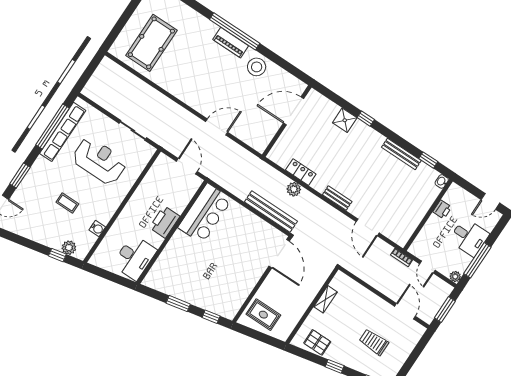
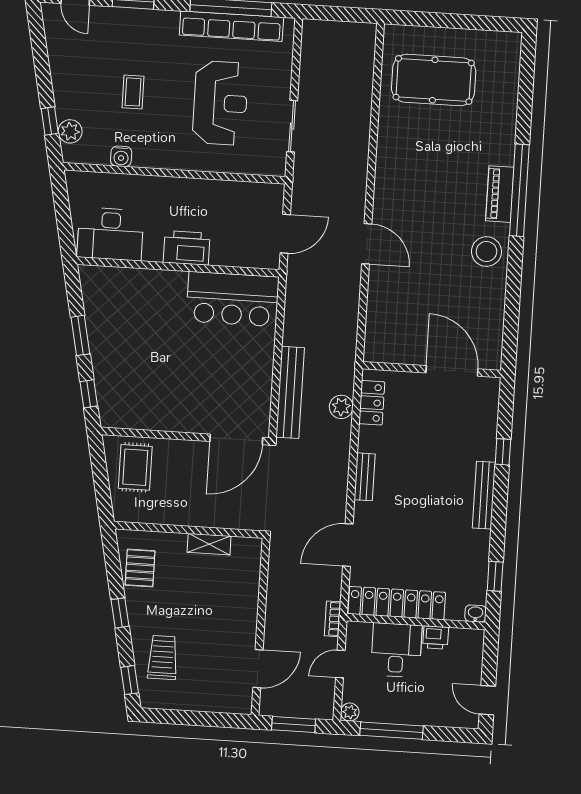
door: (294, 111) -> (452, 371), moved
shower: (345, 120) -> (483, 423), removed
wall: (287, 121) -> (432, 370), moved
bench: (401, 154) -> (484, 495), moved
locker: (413, 219) -> (397, 603), added
desk: (469, 237) -> (396, 650), moved, turned 180
trolley: (374, 342) -> (163, 657), moved

